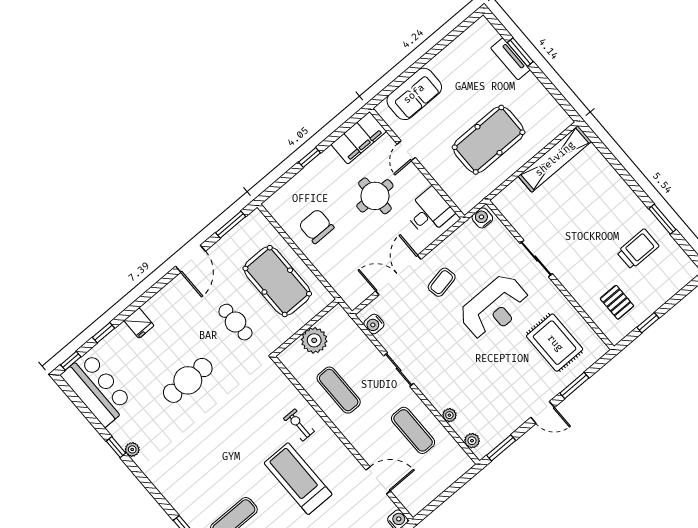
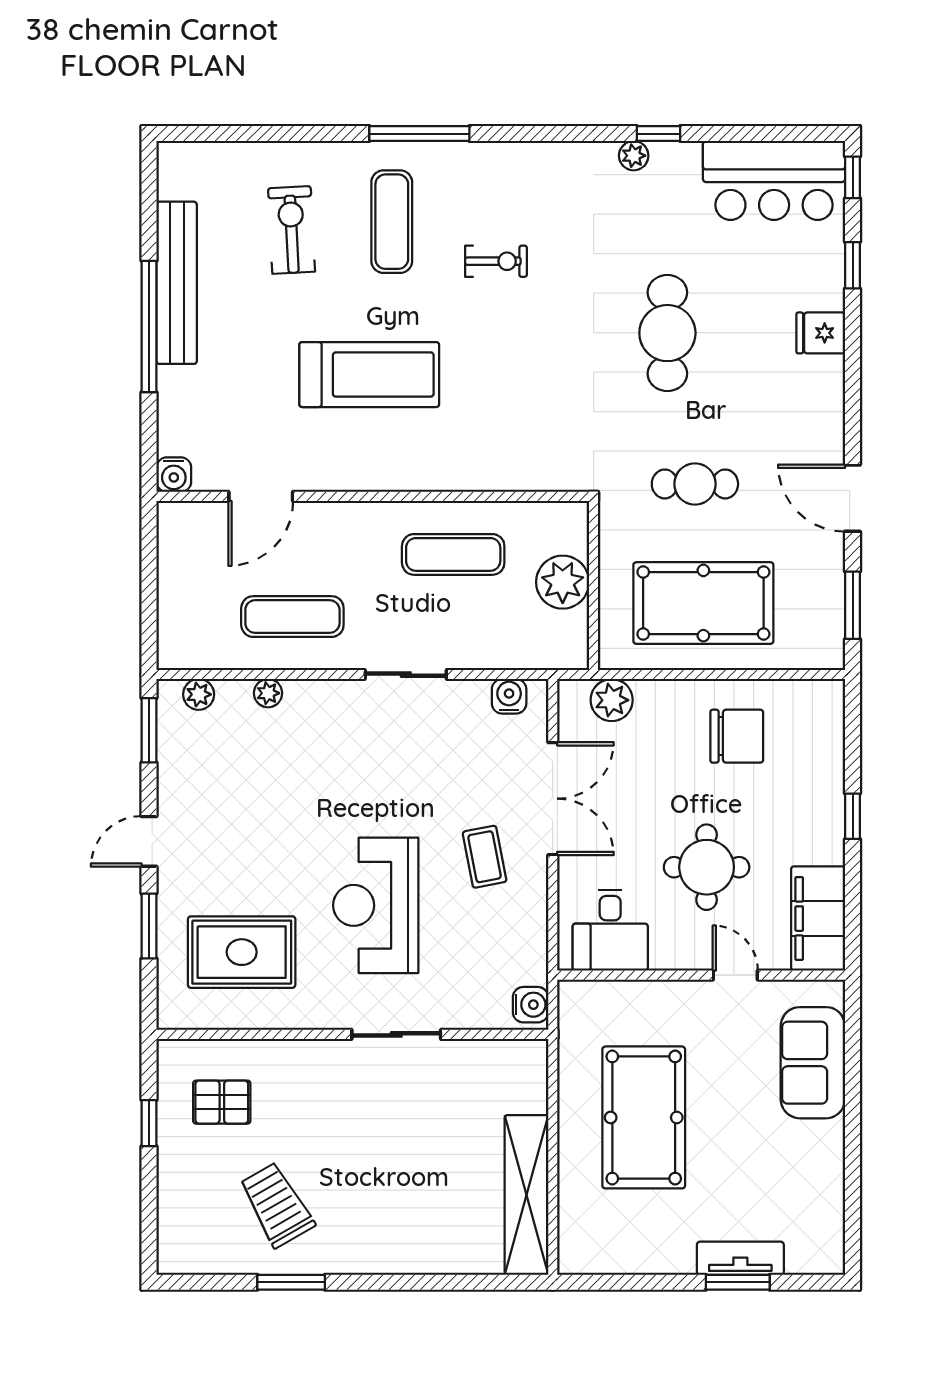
trolley: (638, 249) -> (277, 1205), turned 150
plant: (343, 285) -> (612, 700), added
exercise bike: (299, 425) -> (496, 261), moved

